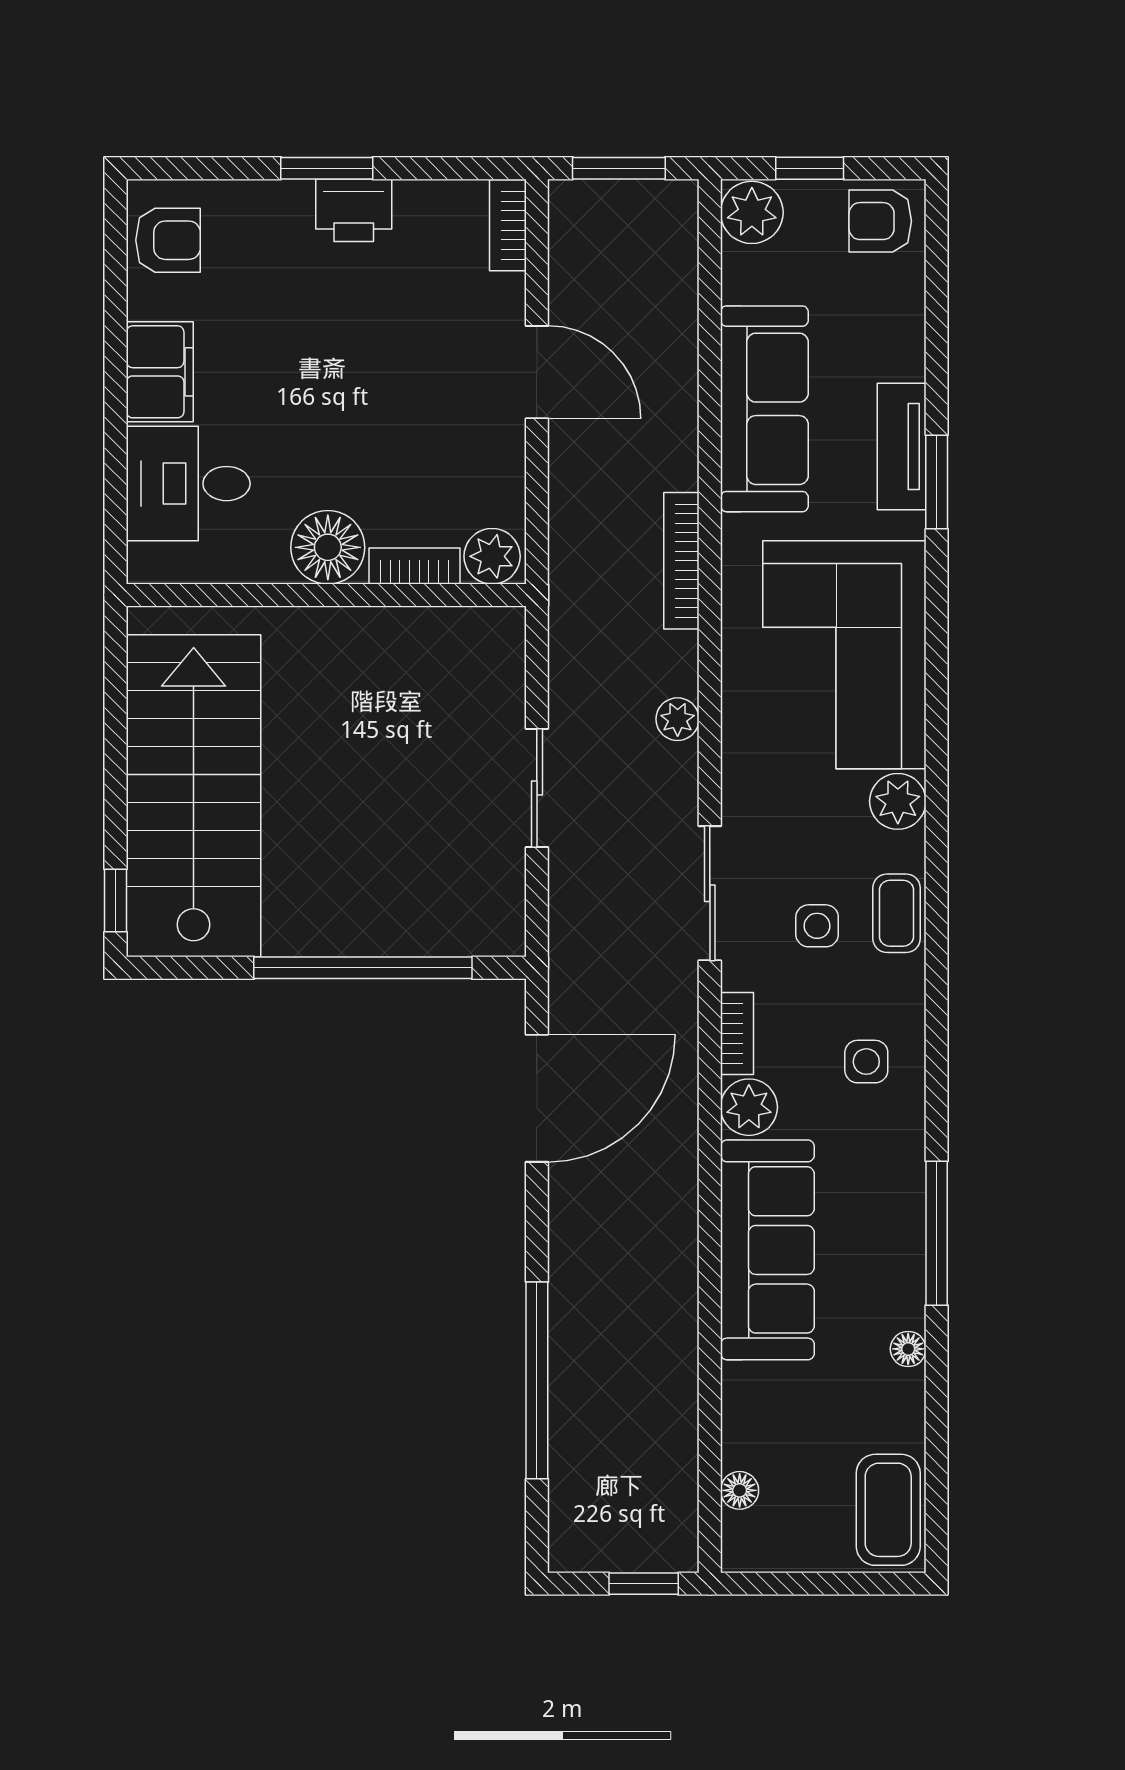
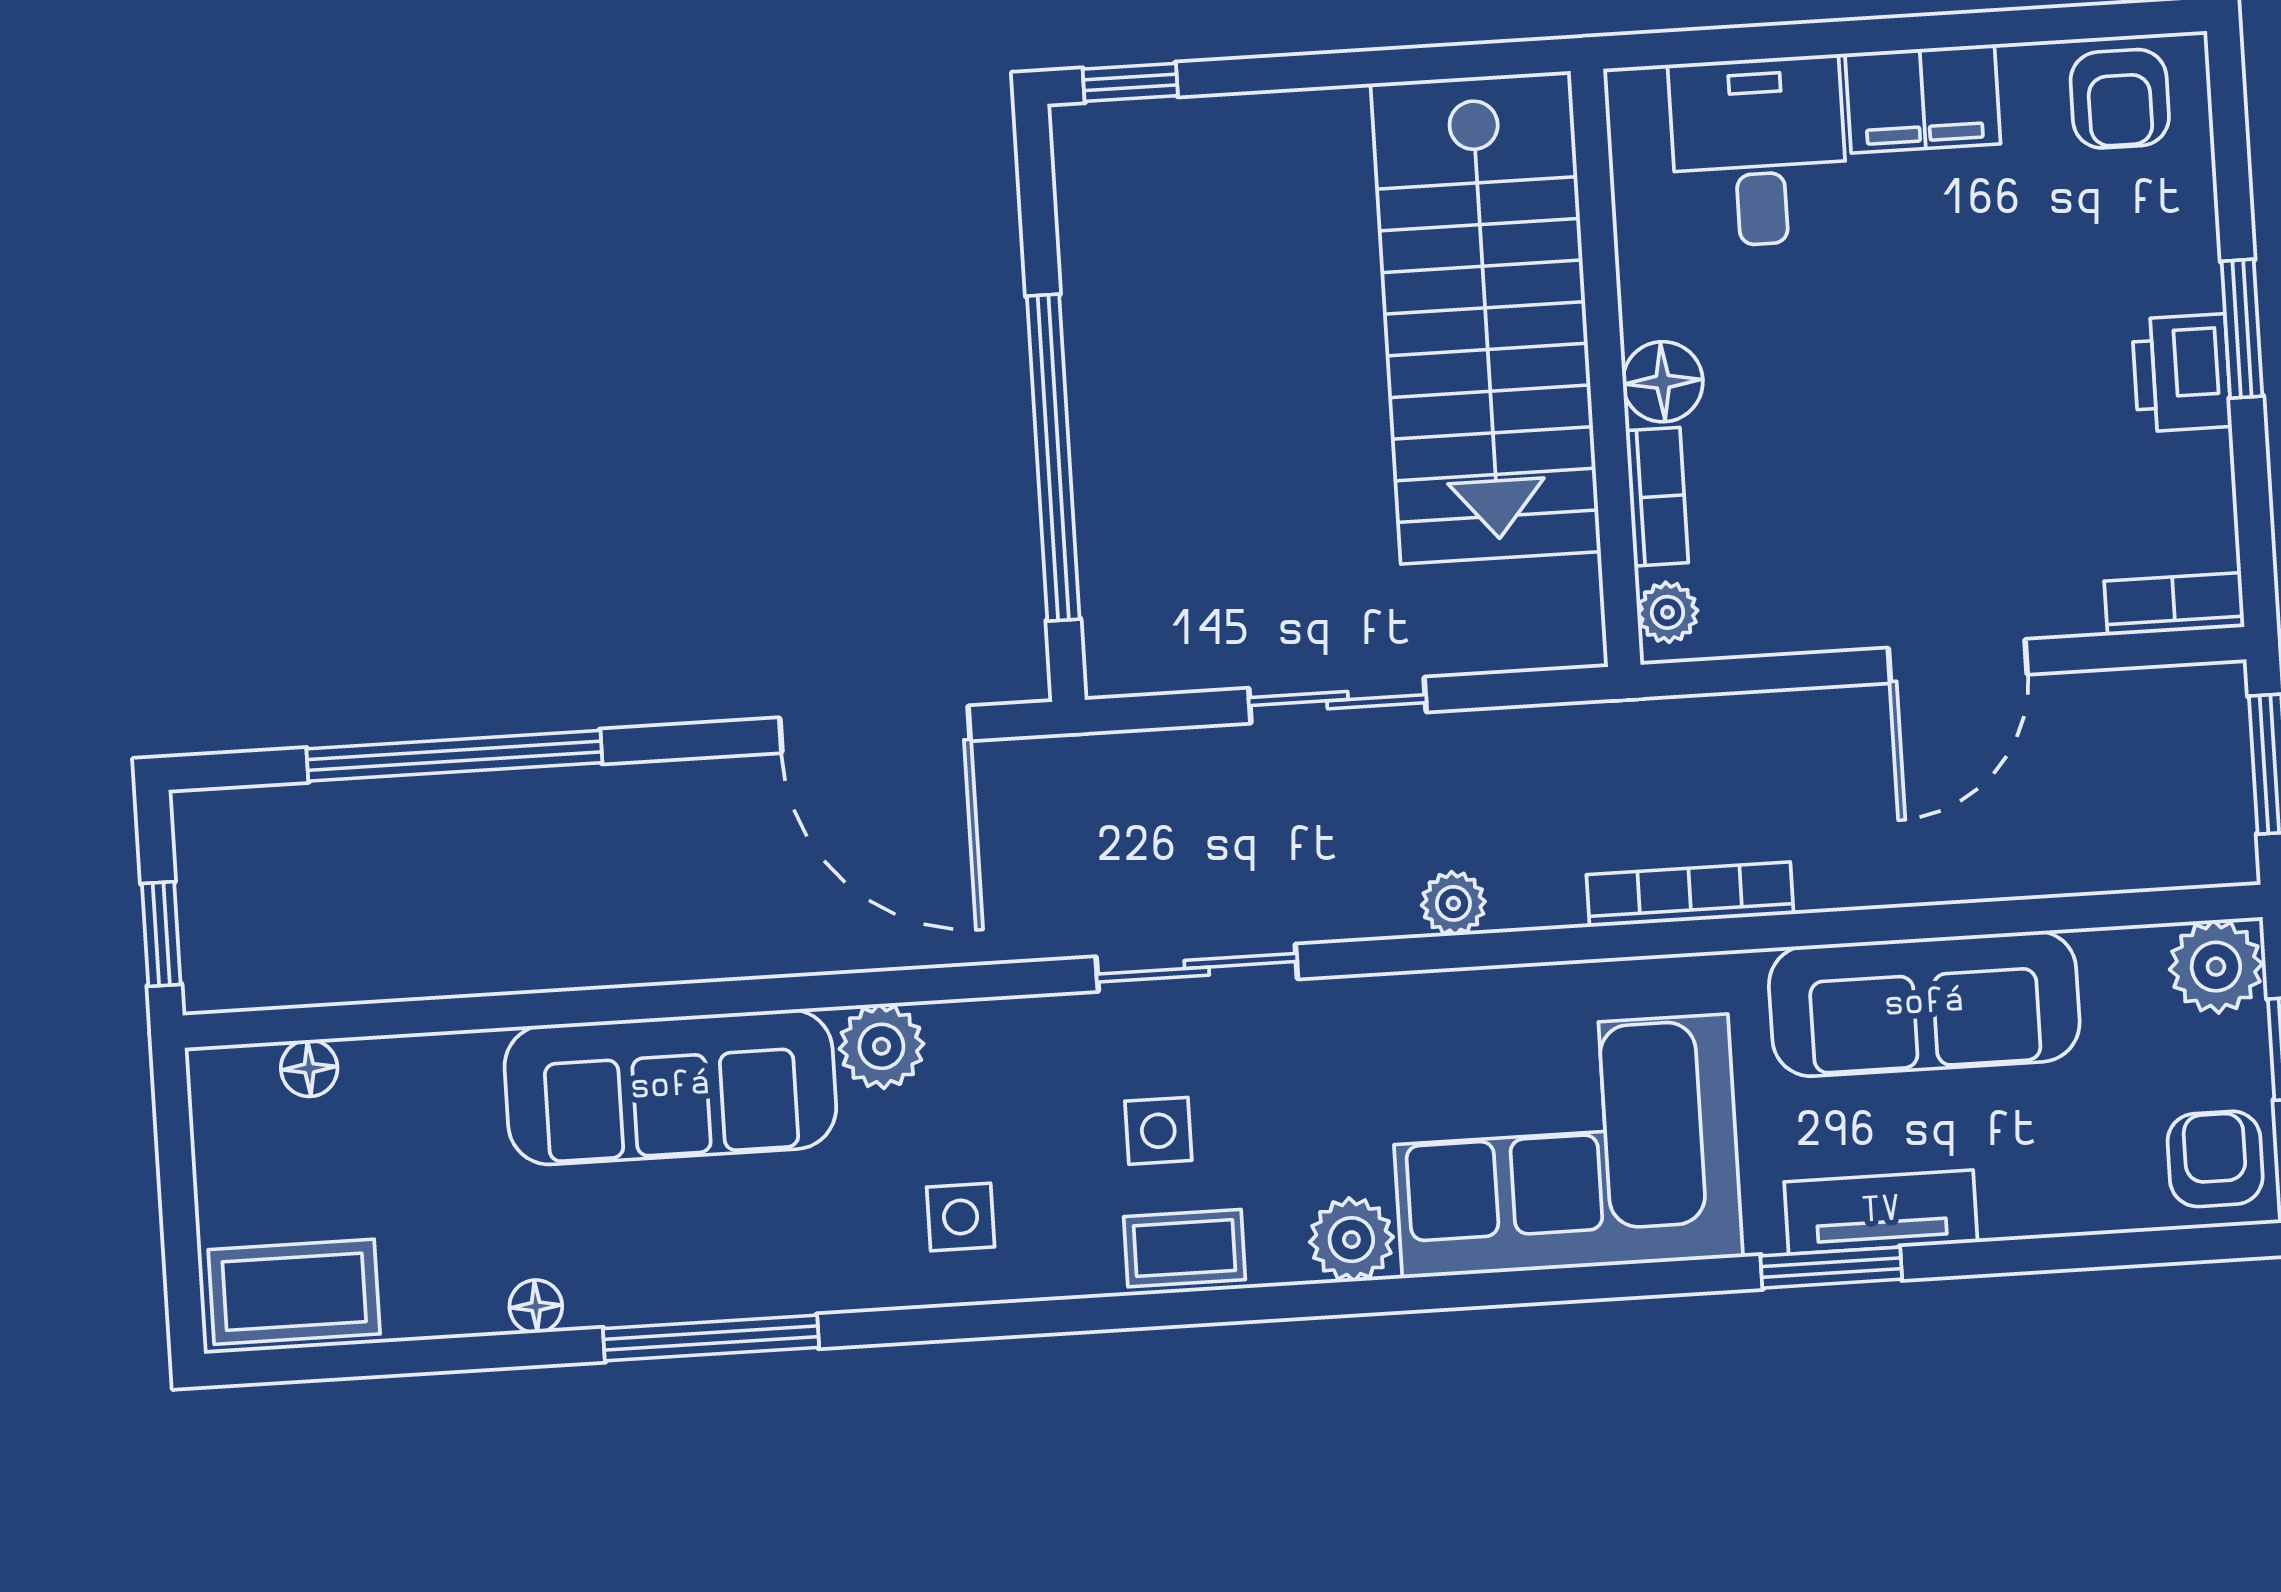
floor lamp: (328, 547) -> (1663, 382), width x0.73, depth x0.73
plant: (492, 556) -> (1667, 612), width x0.73, depth x0.73
stairs: (194, 796) -> (1486, 318), moved, turned 90
bookcase: (737, 1033) -> (990, 1022), removed

